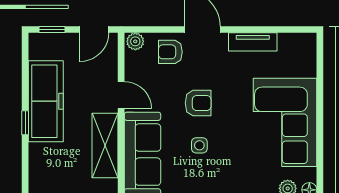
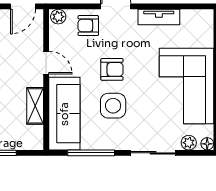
side table: (199, 145) -> (113, 106), width x1.87, depth x1.87
shelving: (105, 146) -> (35, 106), width x0.67, depth x0.75

